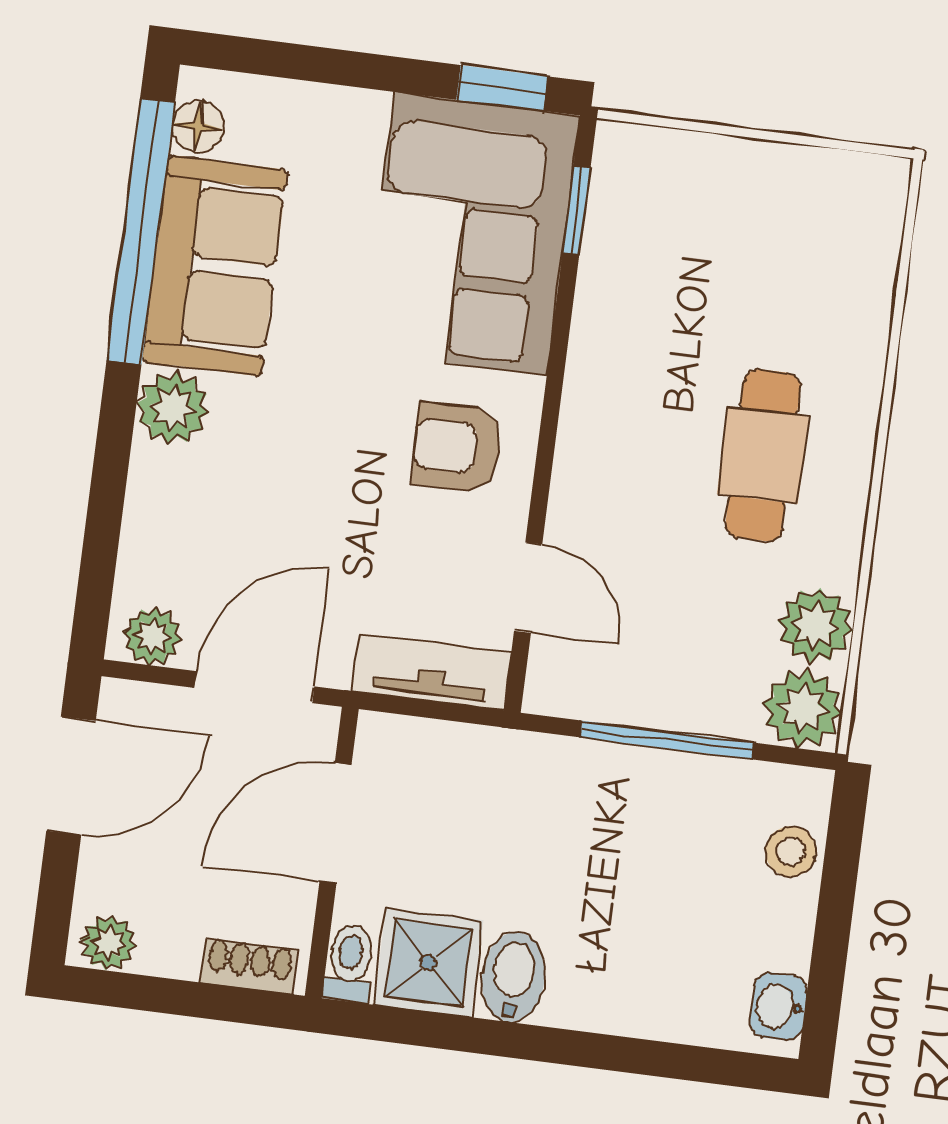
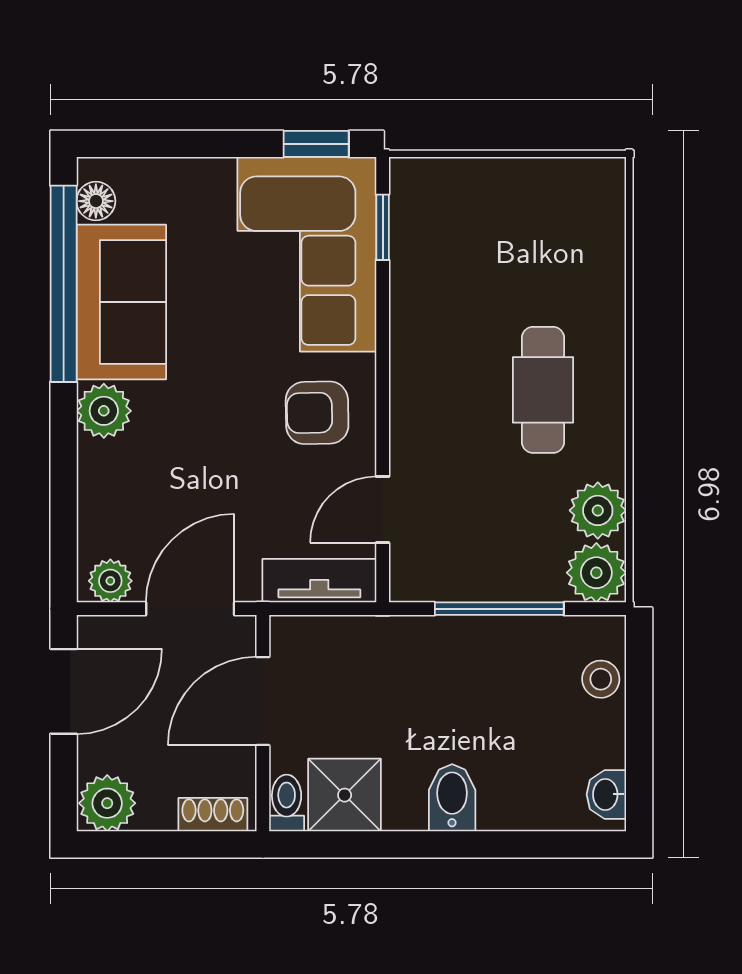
door: (528, 588) -> (383, 510), swing flipped
plant: (109, 943) -> (107, 803), width x1.38, depth x1.38
bidet: (513, 977) -> (452, 798), moved

